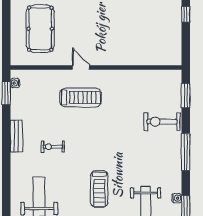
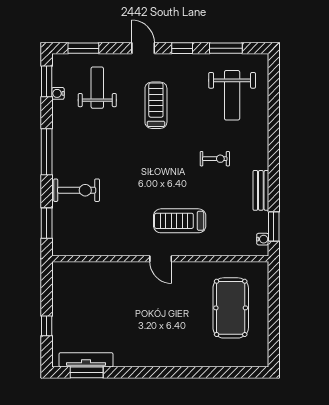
door: (81, 67) -> (161, 259), moved
bench: (16, 136) -> (261, 190), moved

